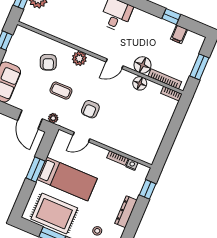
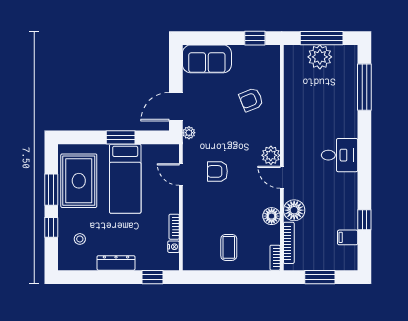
plant: (79, 58) -> (271, 155), moved
coffee table: (61, 91) -> (229, 247), moved

